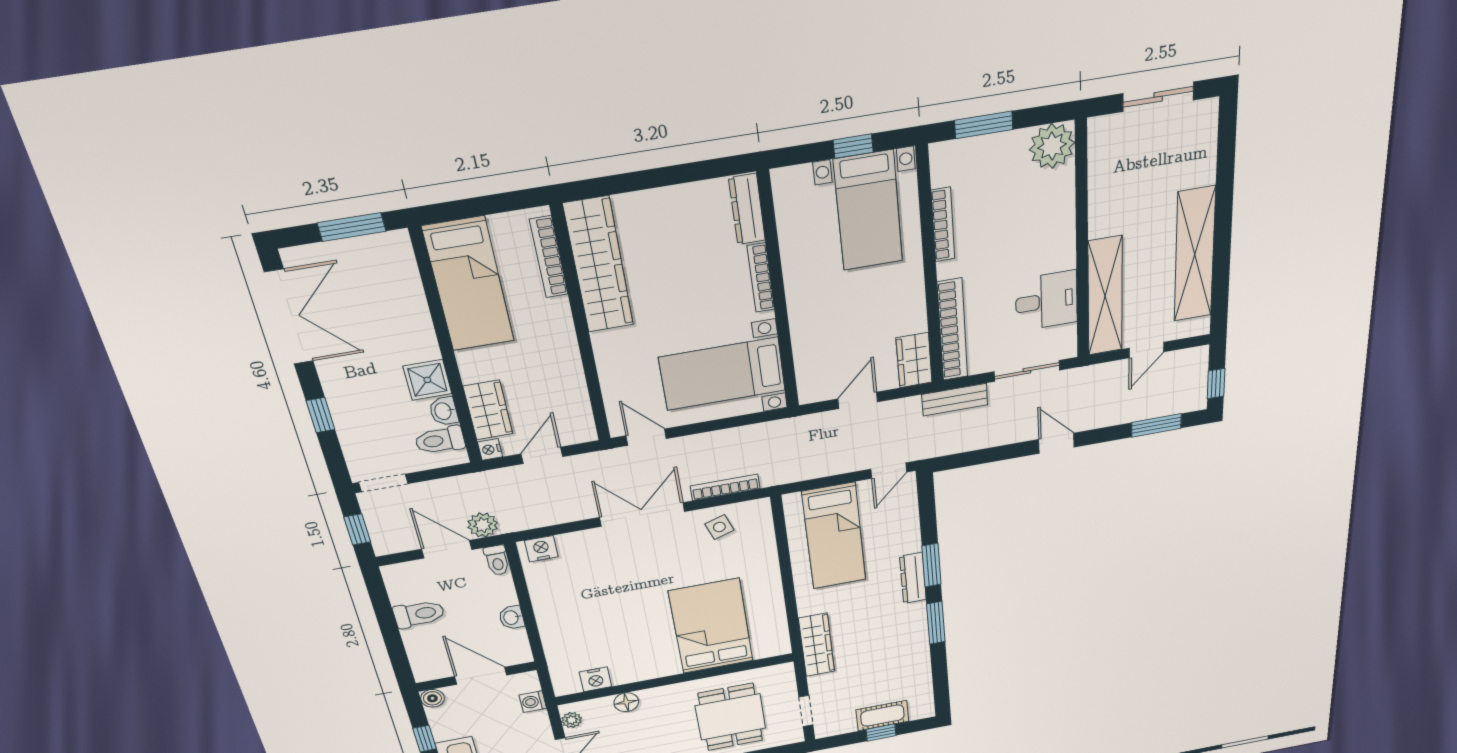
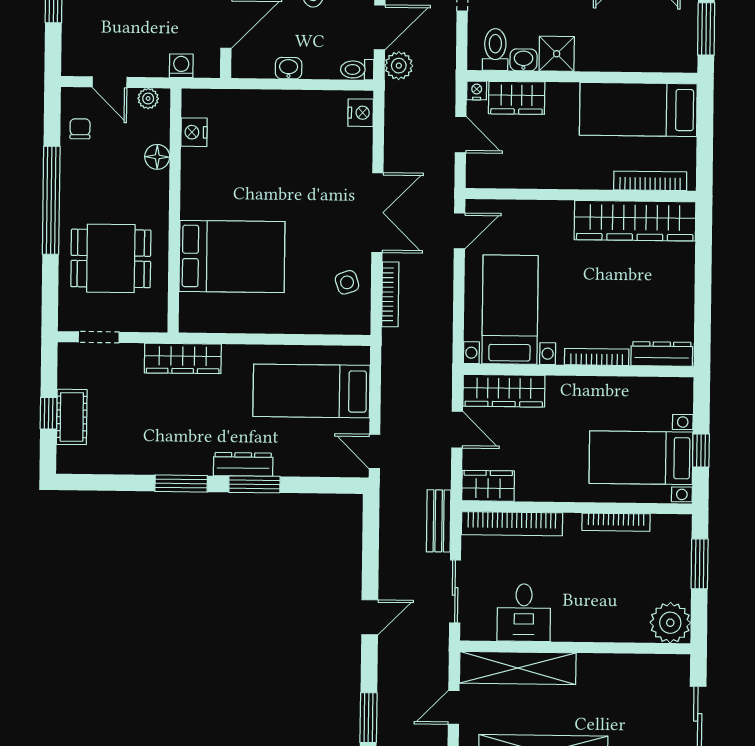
door: (1146, 350) -> (454, 707), hinge flipped
wardrobe: (811, 364) -> (504, 391), added

